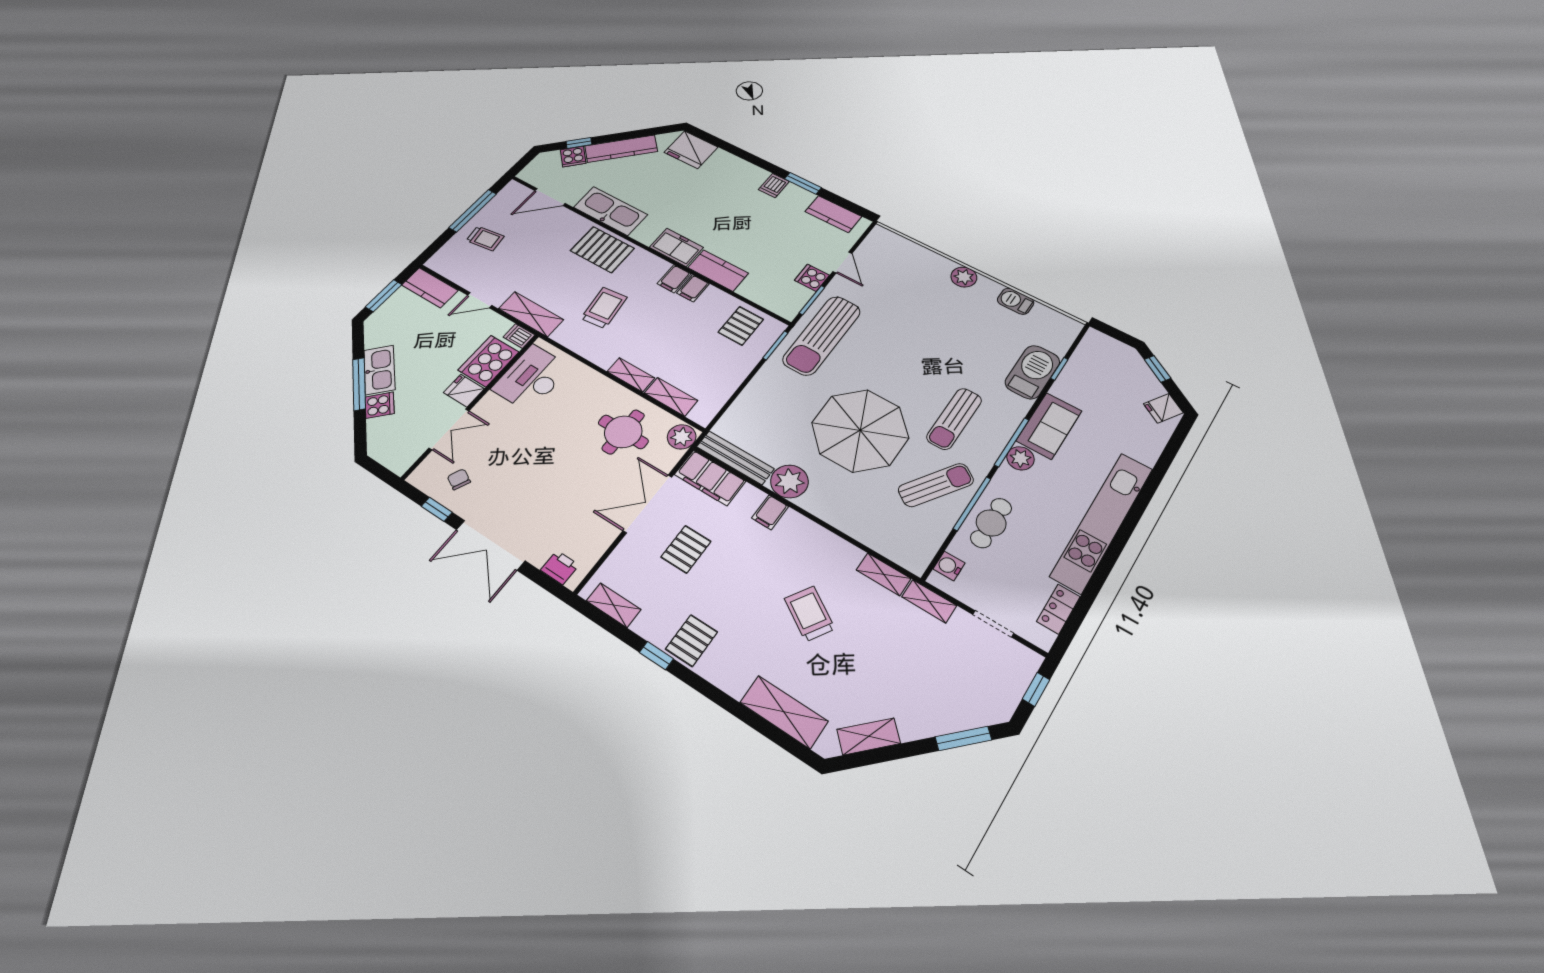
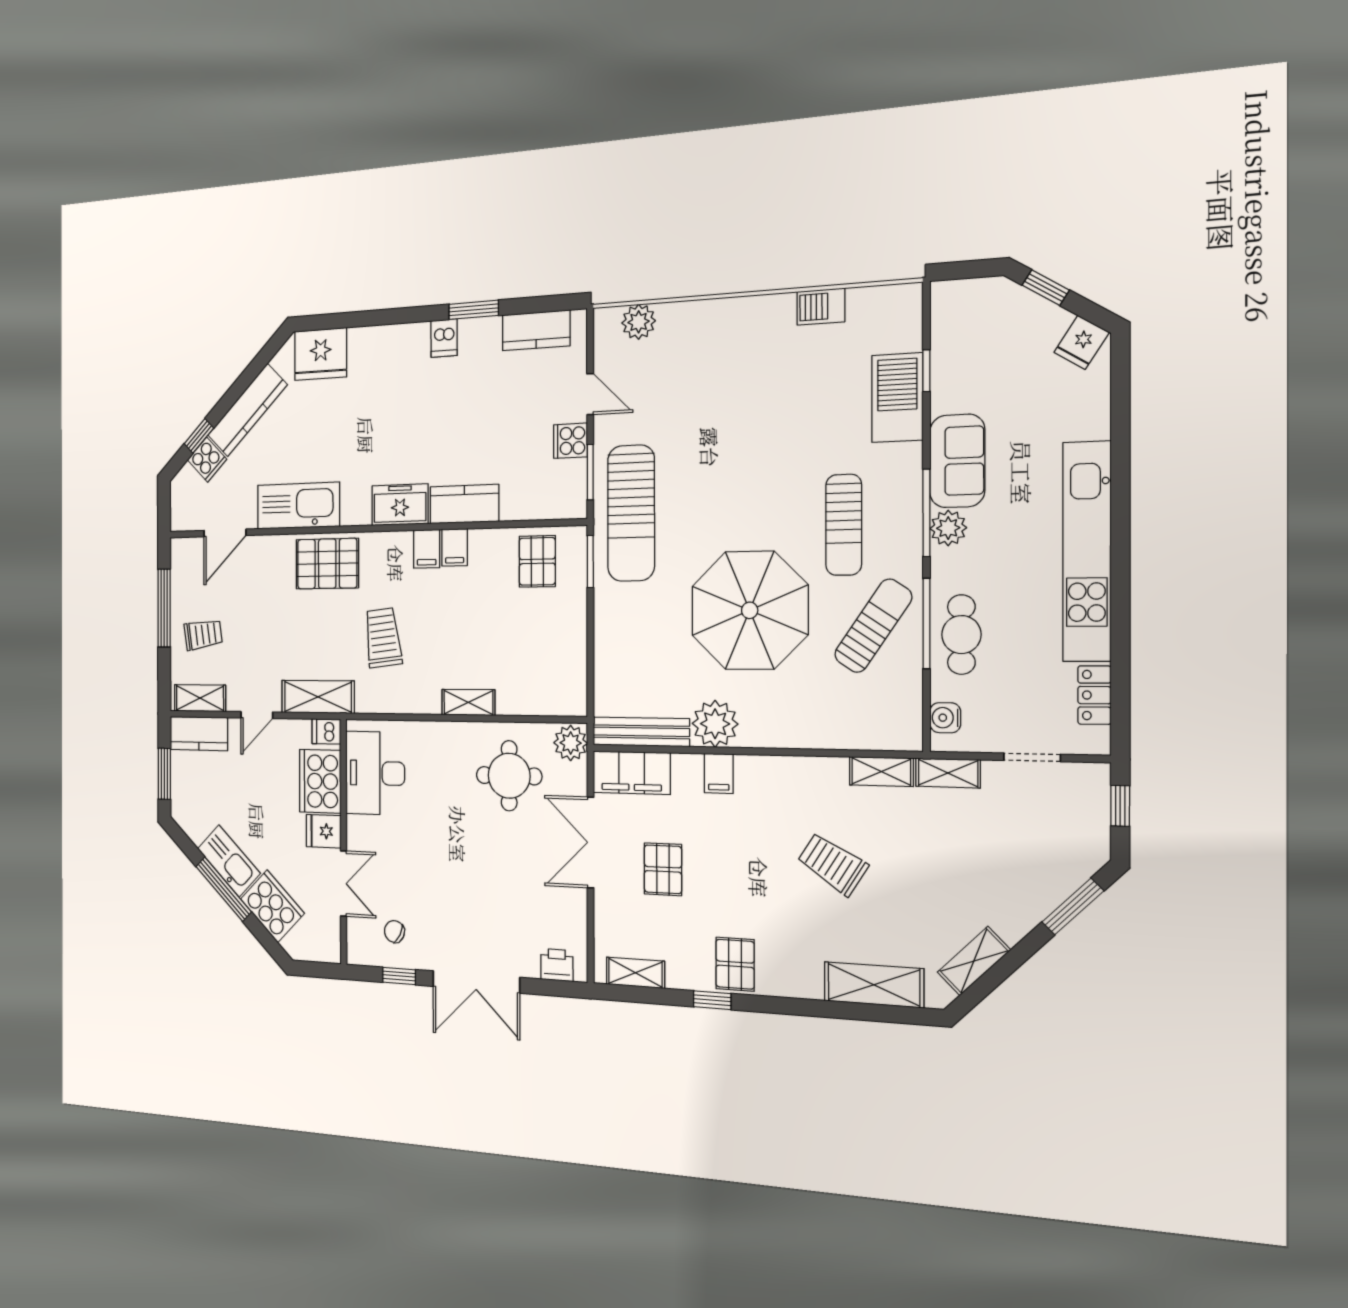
plant: (964, 277) -> (639, 322), moved
shelving: (671, 397) -> (200, 698), moved
cooker: (380, 405) -> (272, 906), width x1.87, depth x1.31

